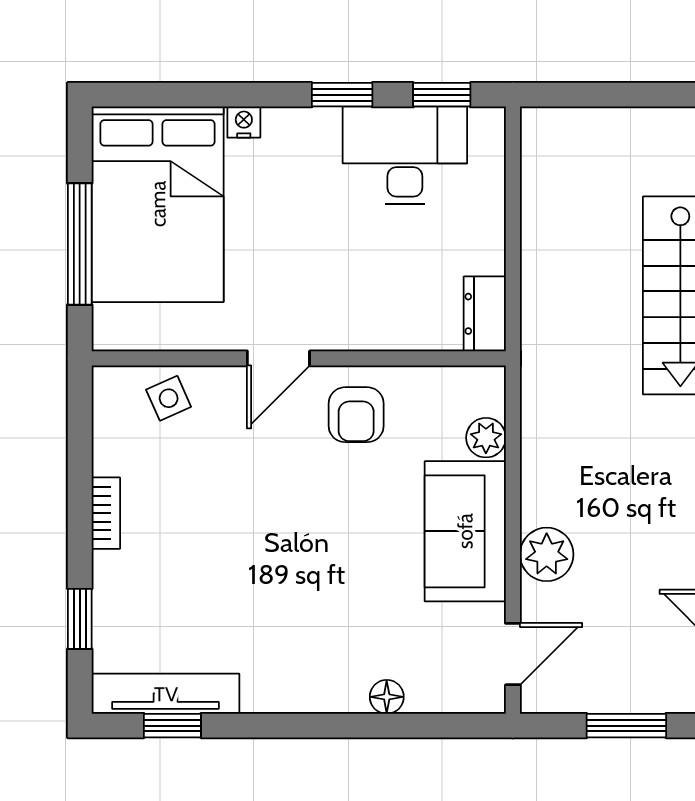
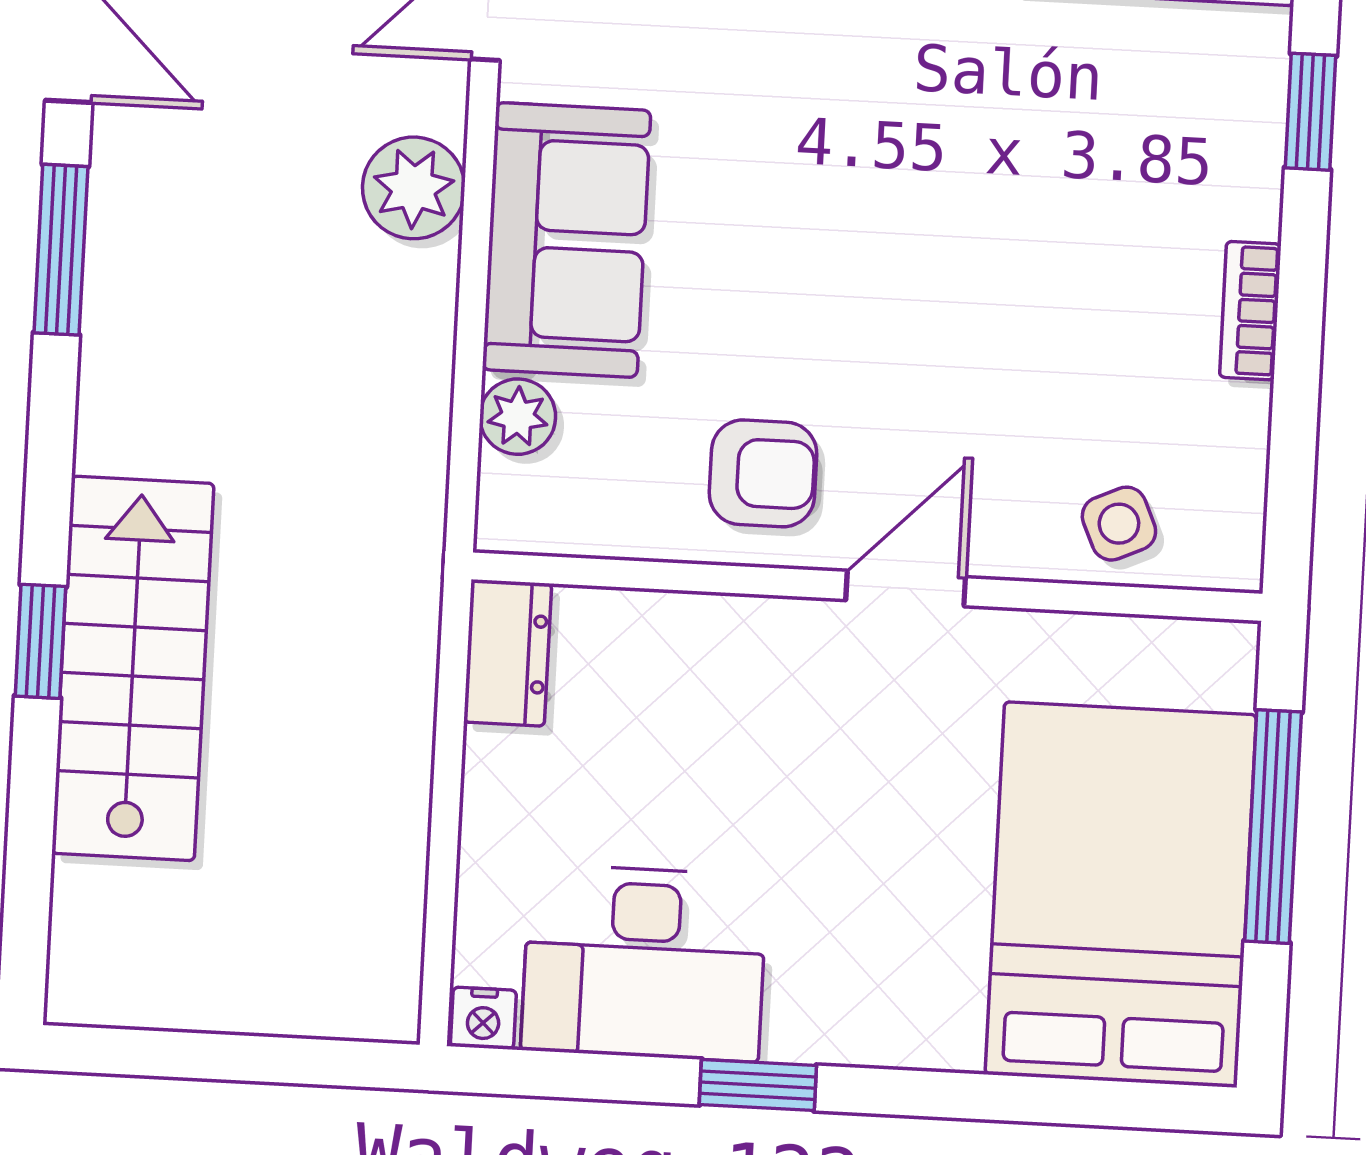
window: (442, 95) -> (568, 1075), removed
nightstand: (244, 122) -> (483, 1018), moved
armchair: (356, 415) -> (763, 473), turned 90

